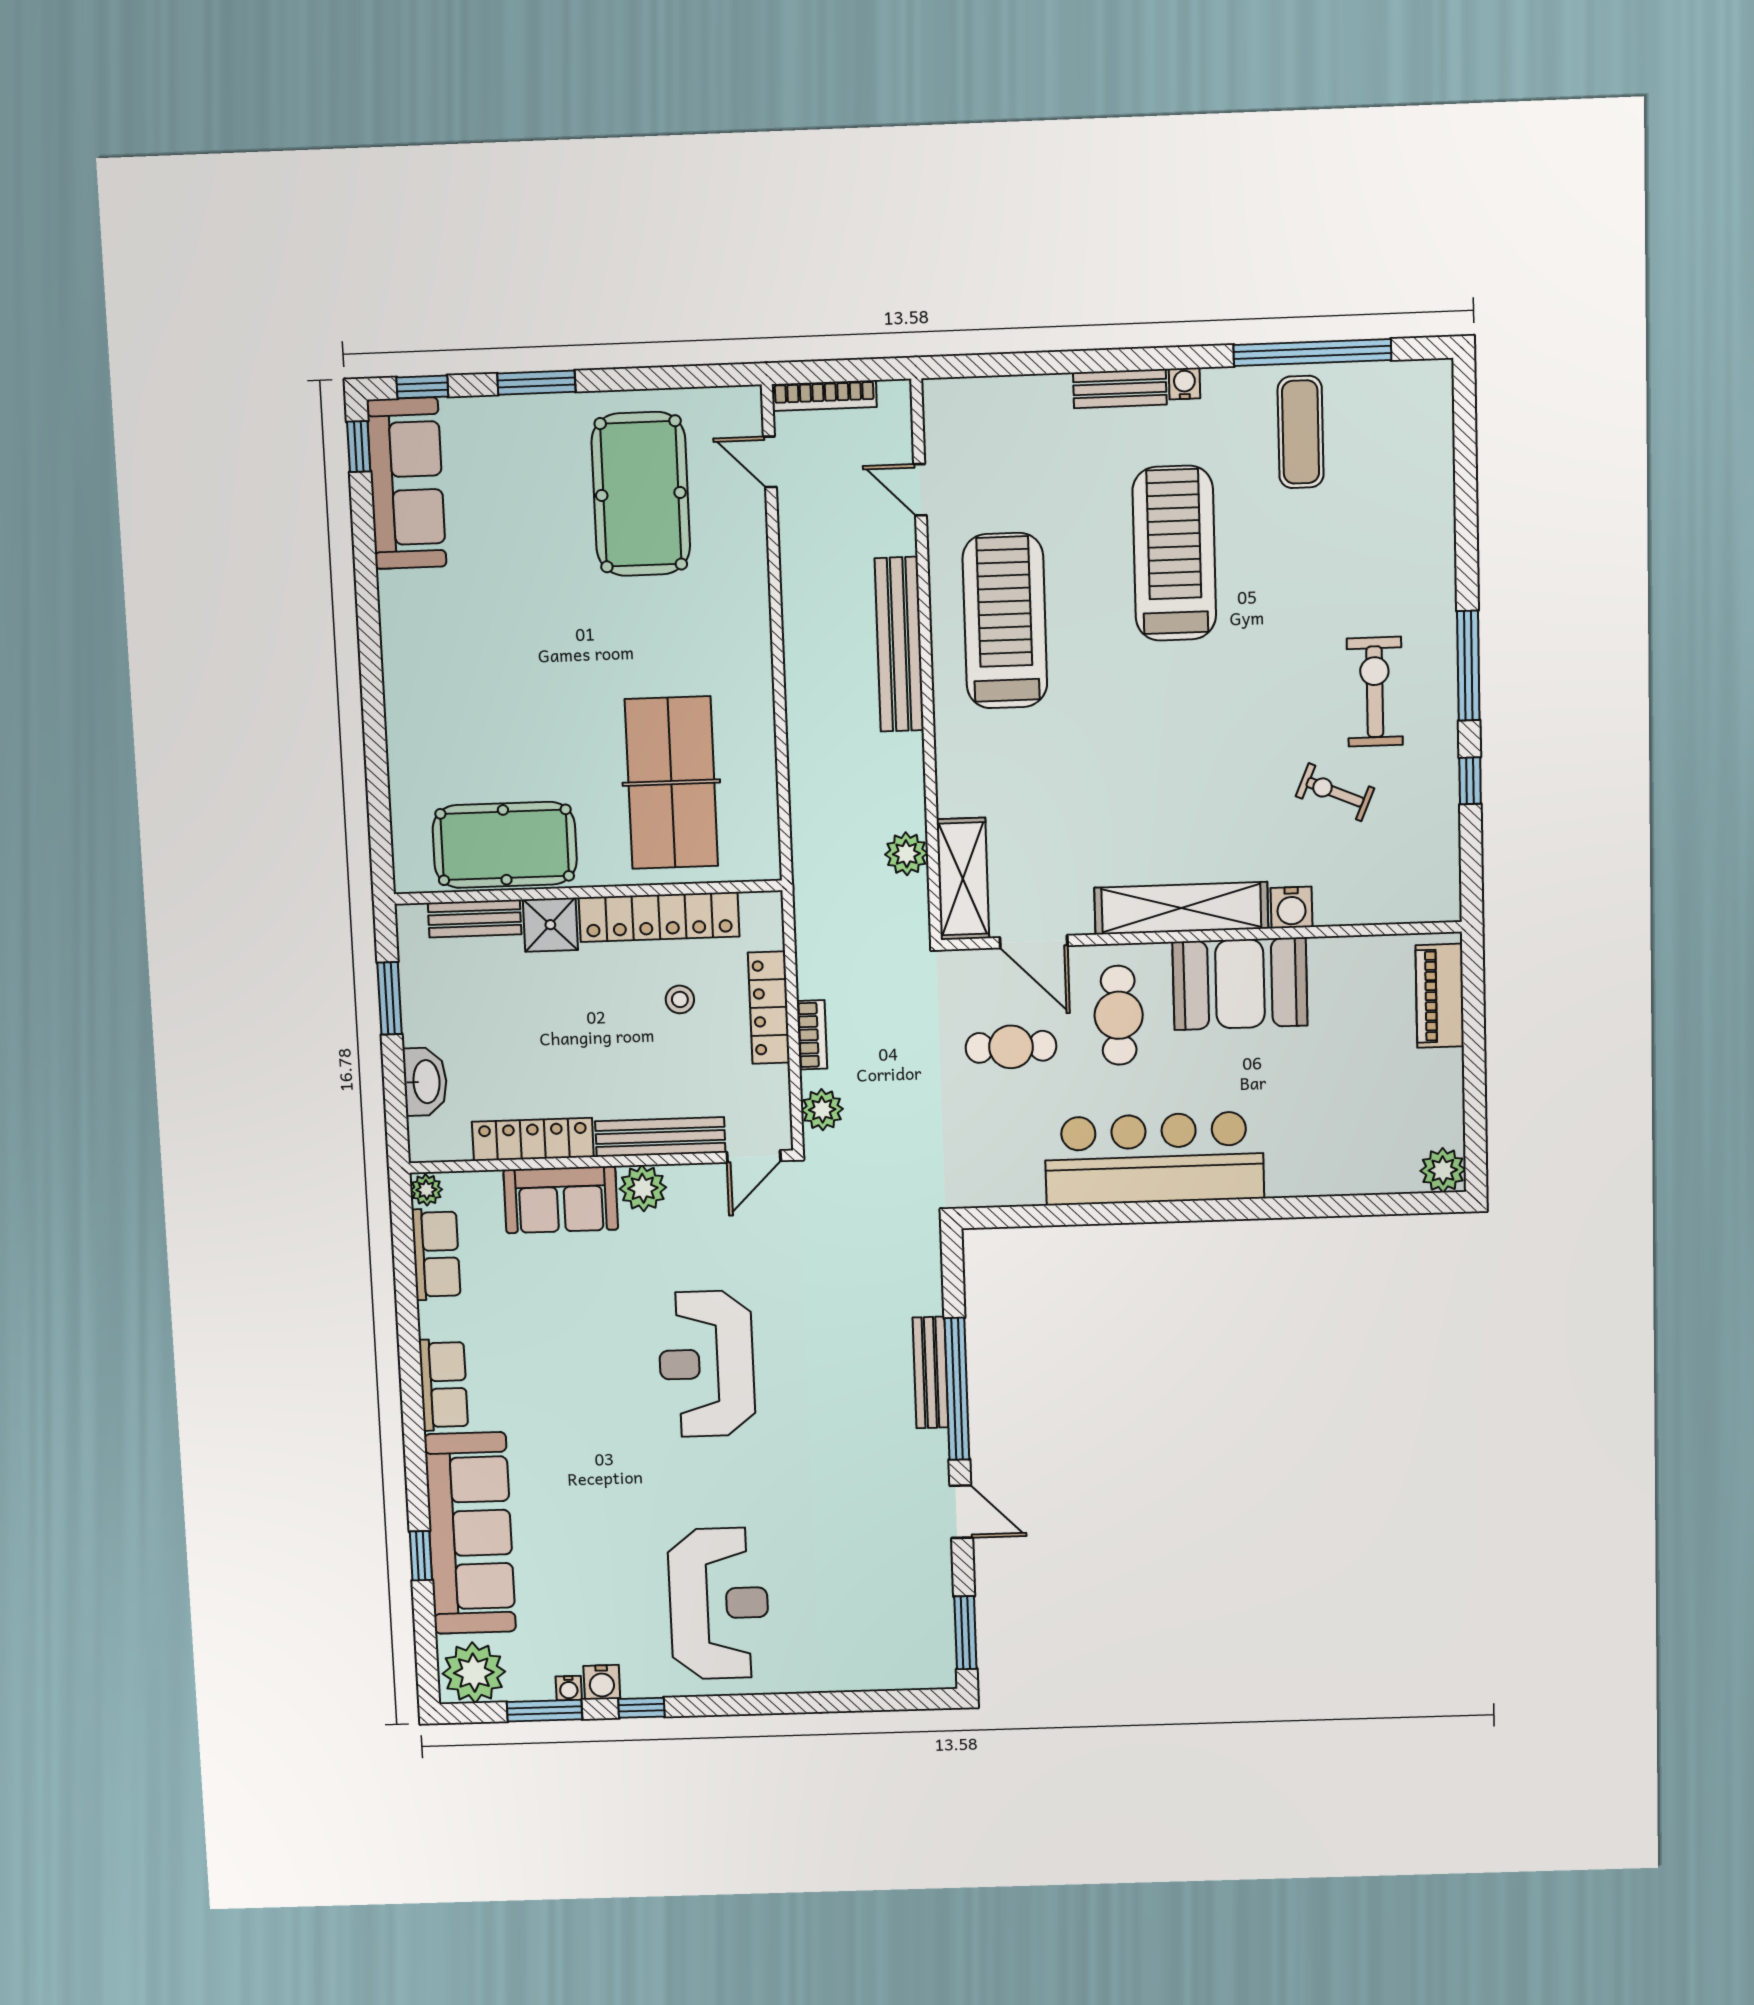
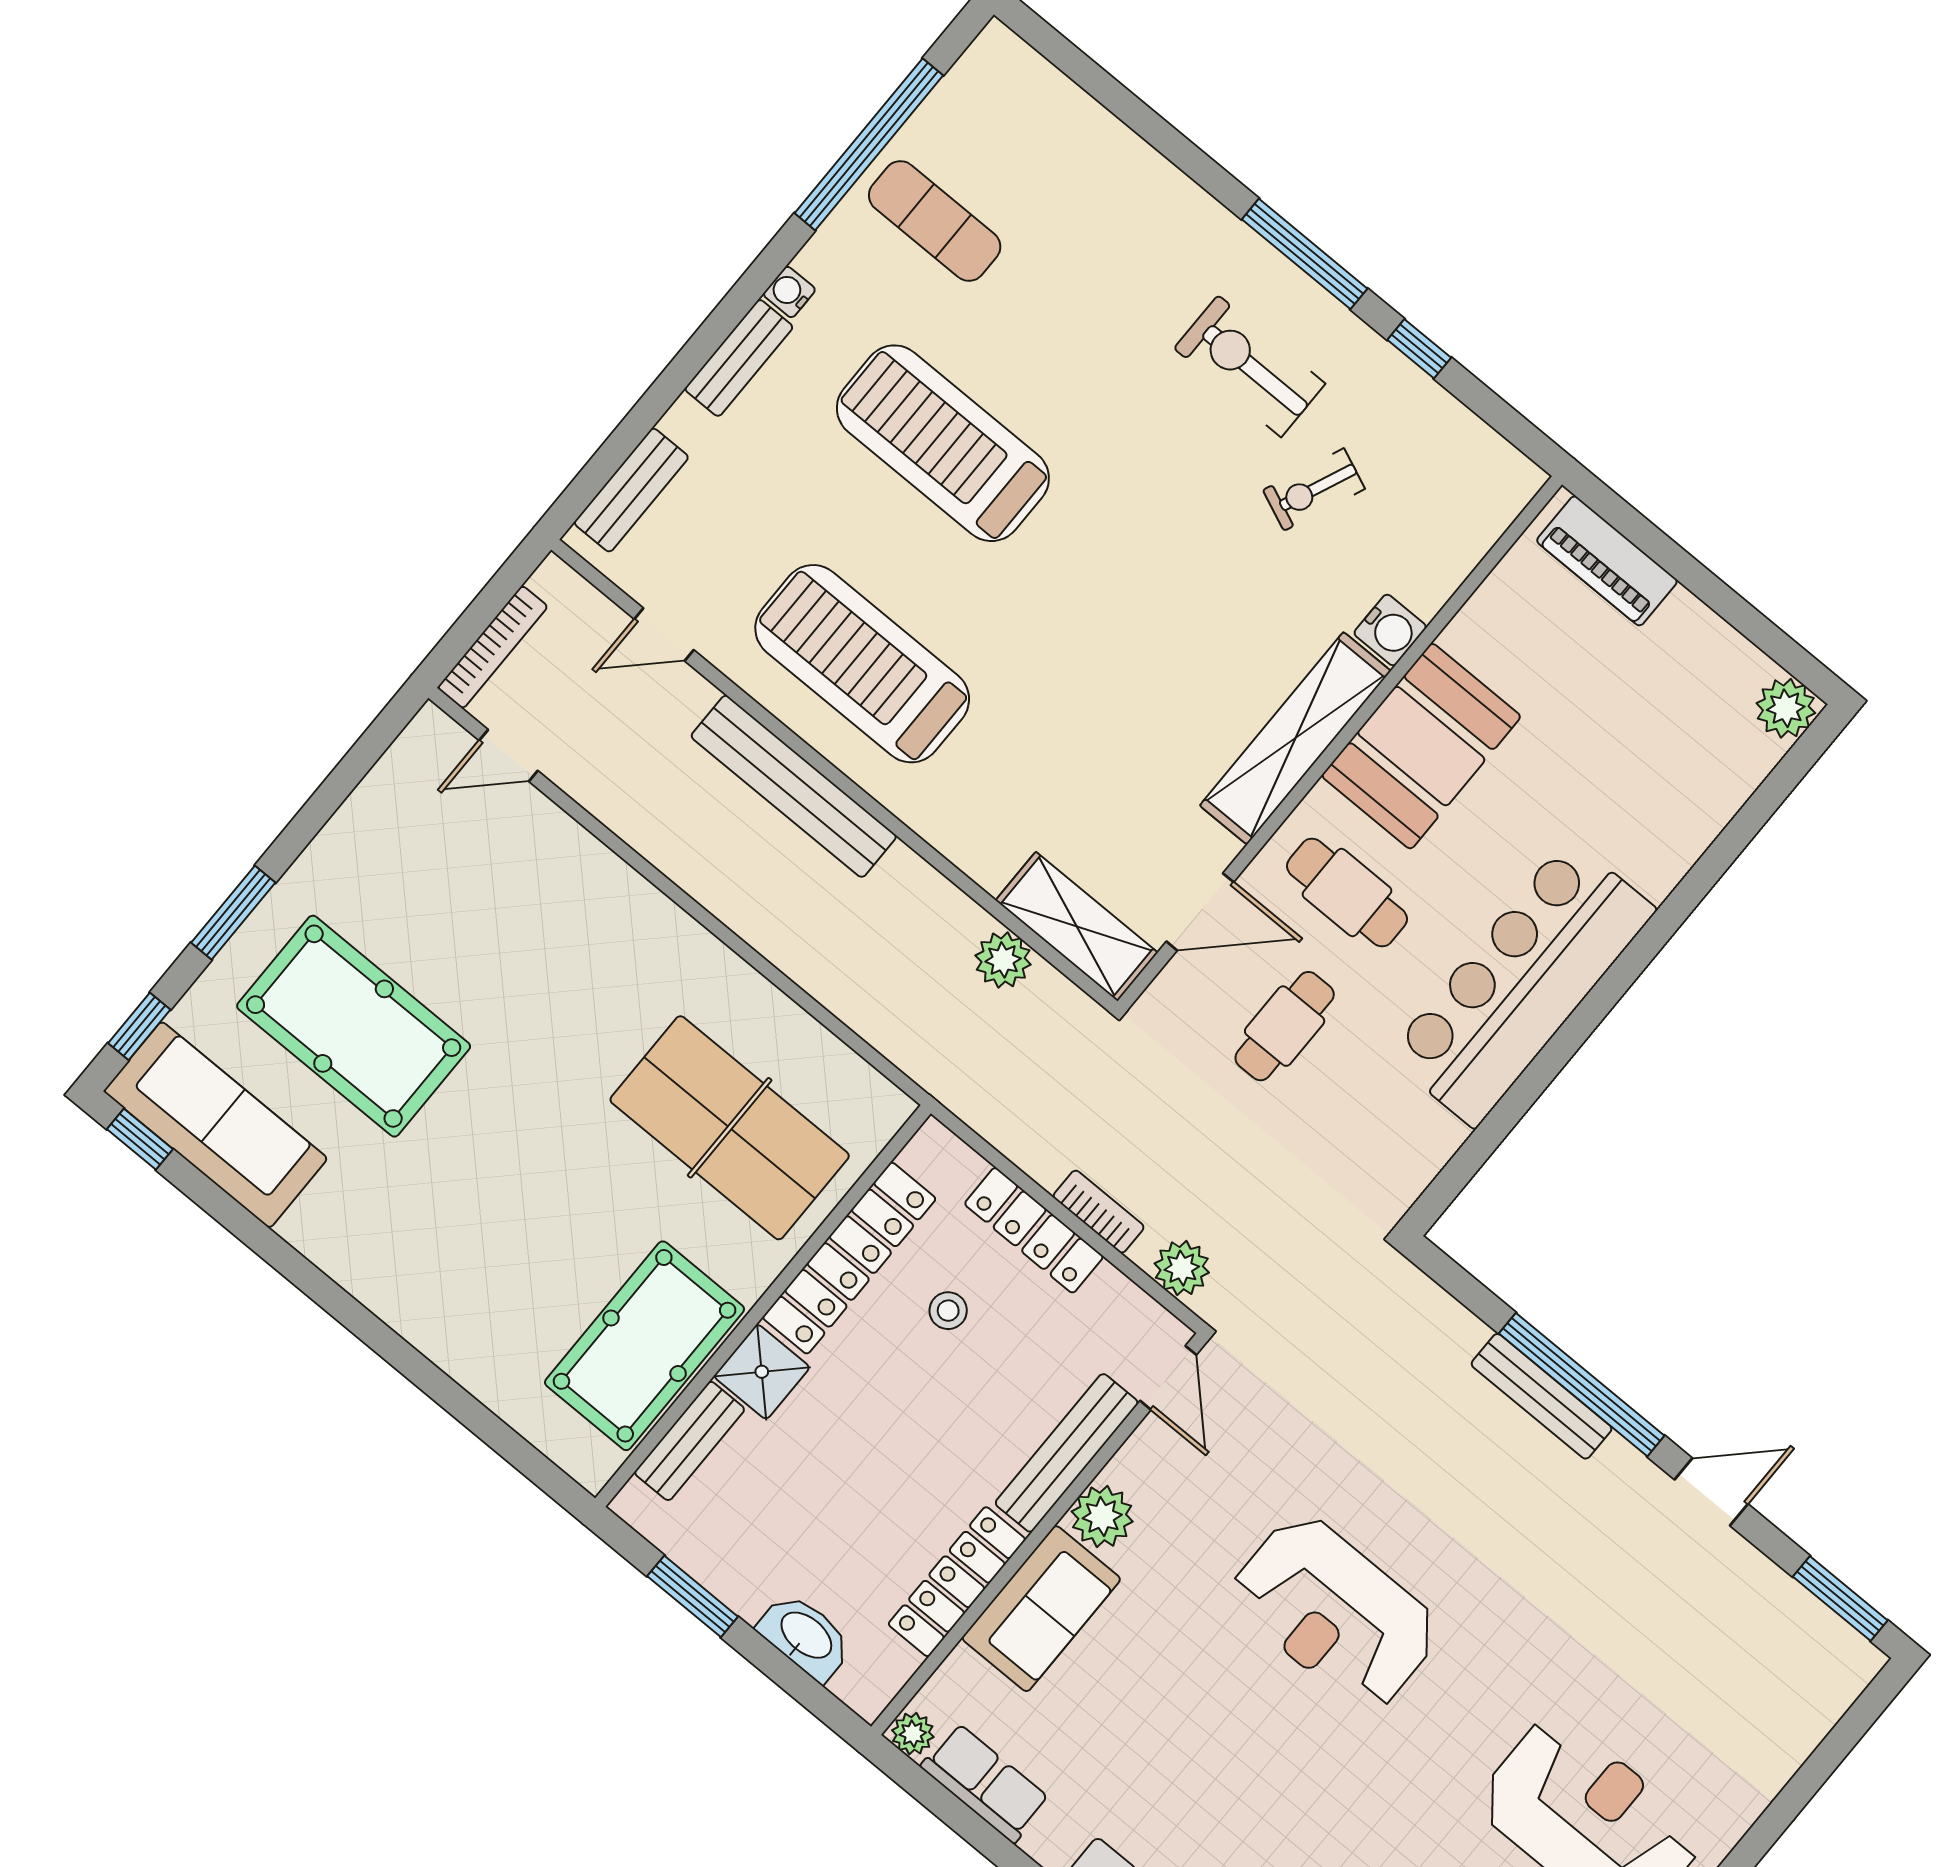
bench: (987, 395) -> (631, 490), added
pool table: (641, 494) -> (354, 1026), moved

